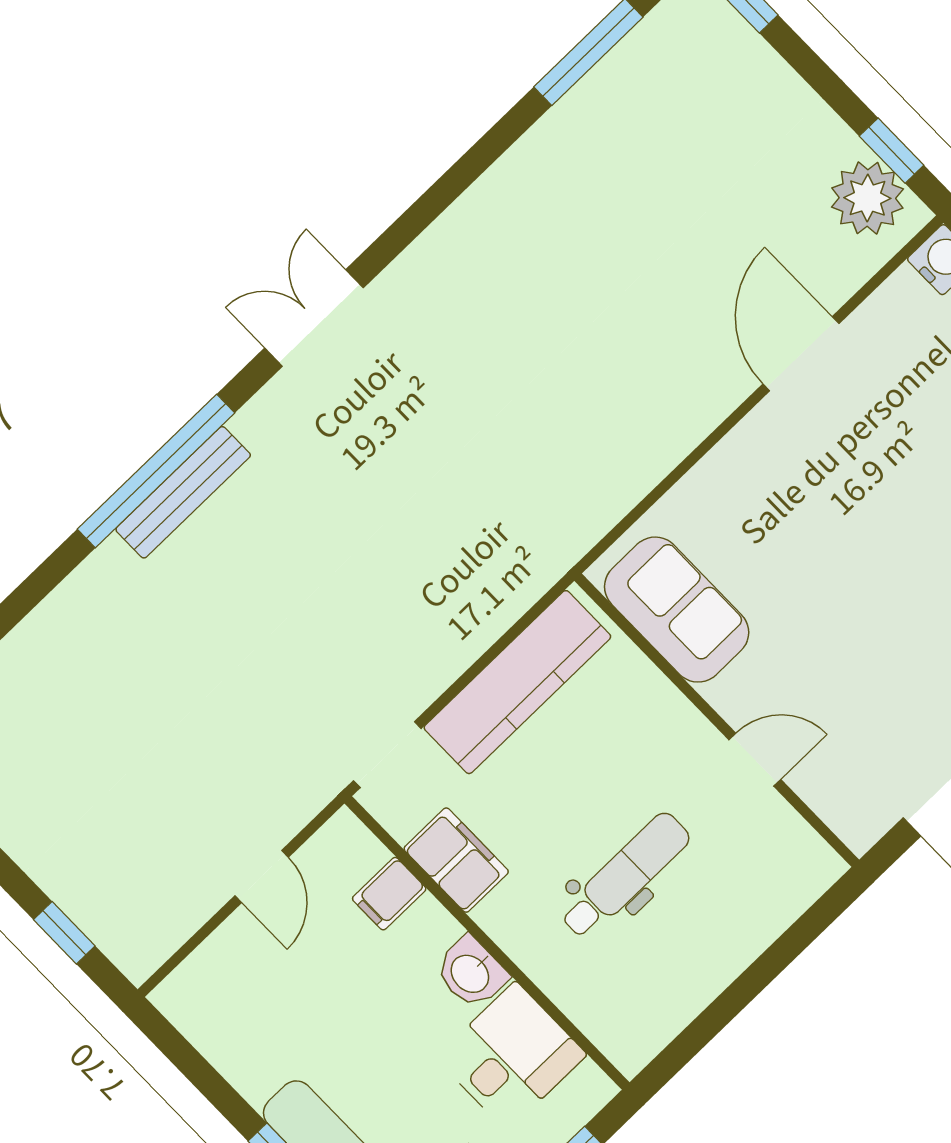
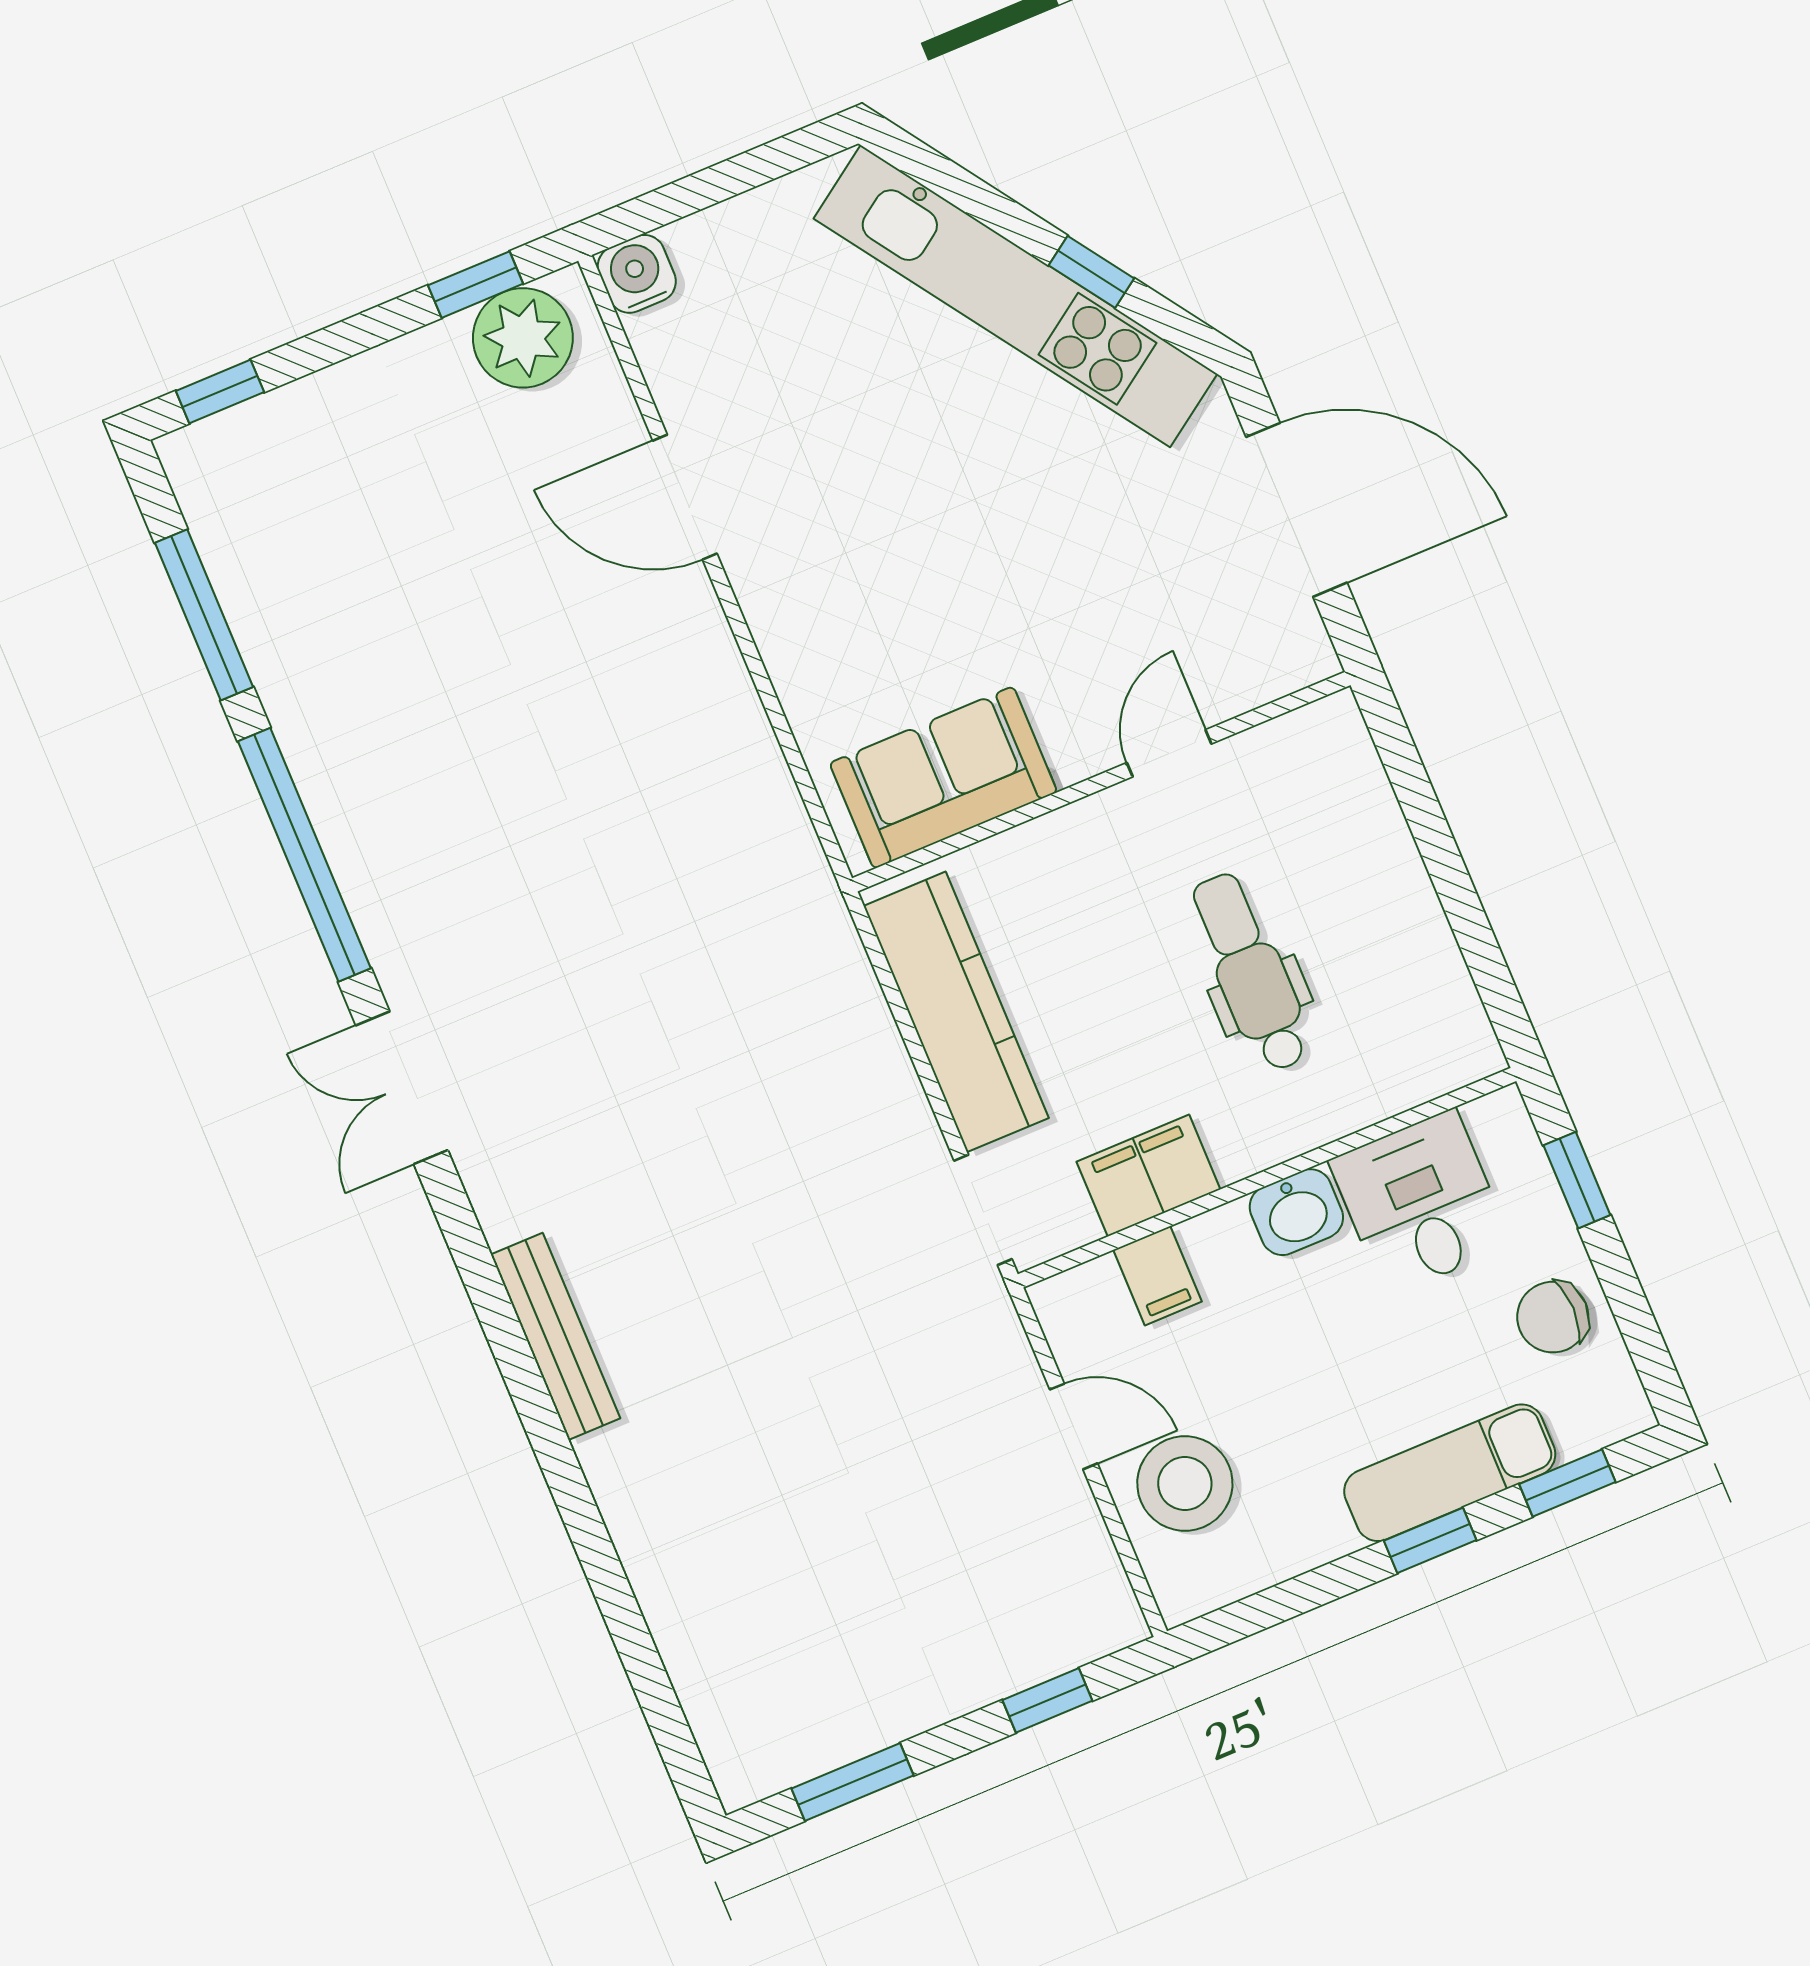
window: (156, 471) -> (304, 855), moved
stool: (252, 969) -> (1185, 1483), added

